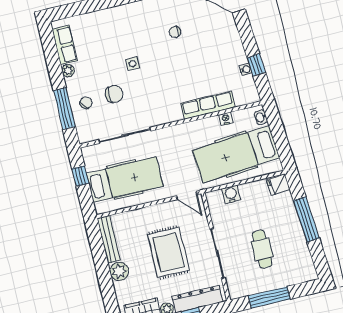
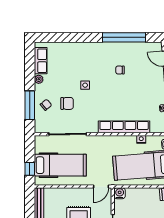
row of seats: (208, 105) -> (124, 127), width x1.36
window: (80, 176) -> (30, 169), moved
water cooler: (231, 194) -> (120, 193), moved
door: (187, 195) -> (101, 186), hinge flipped

